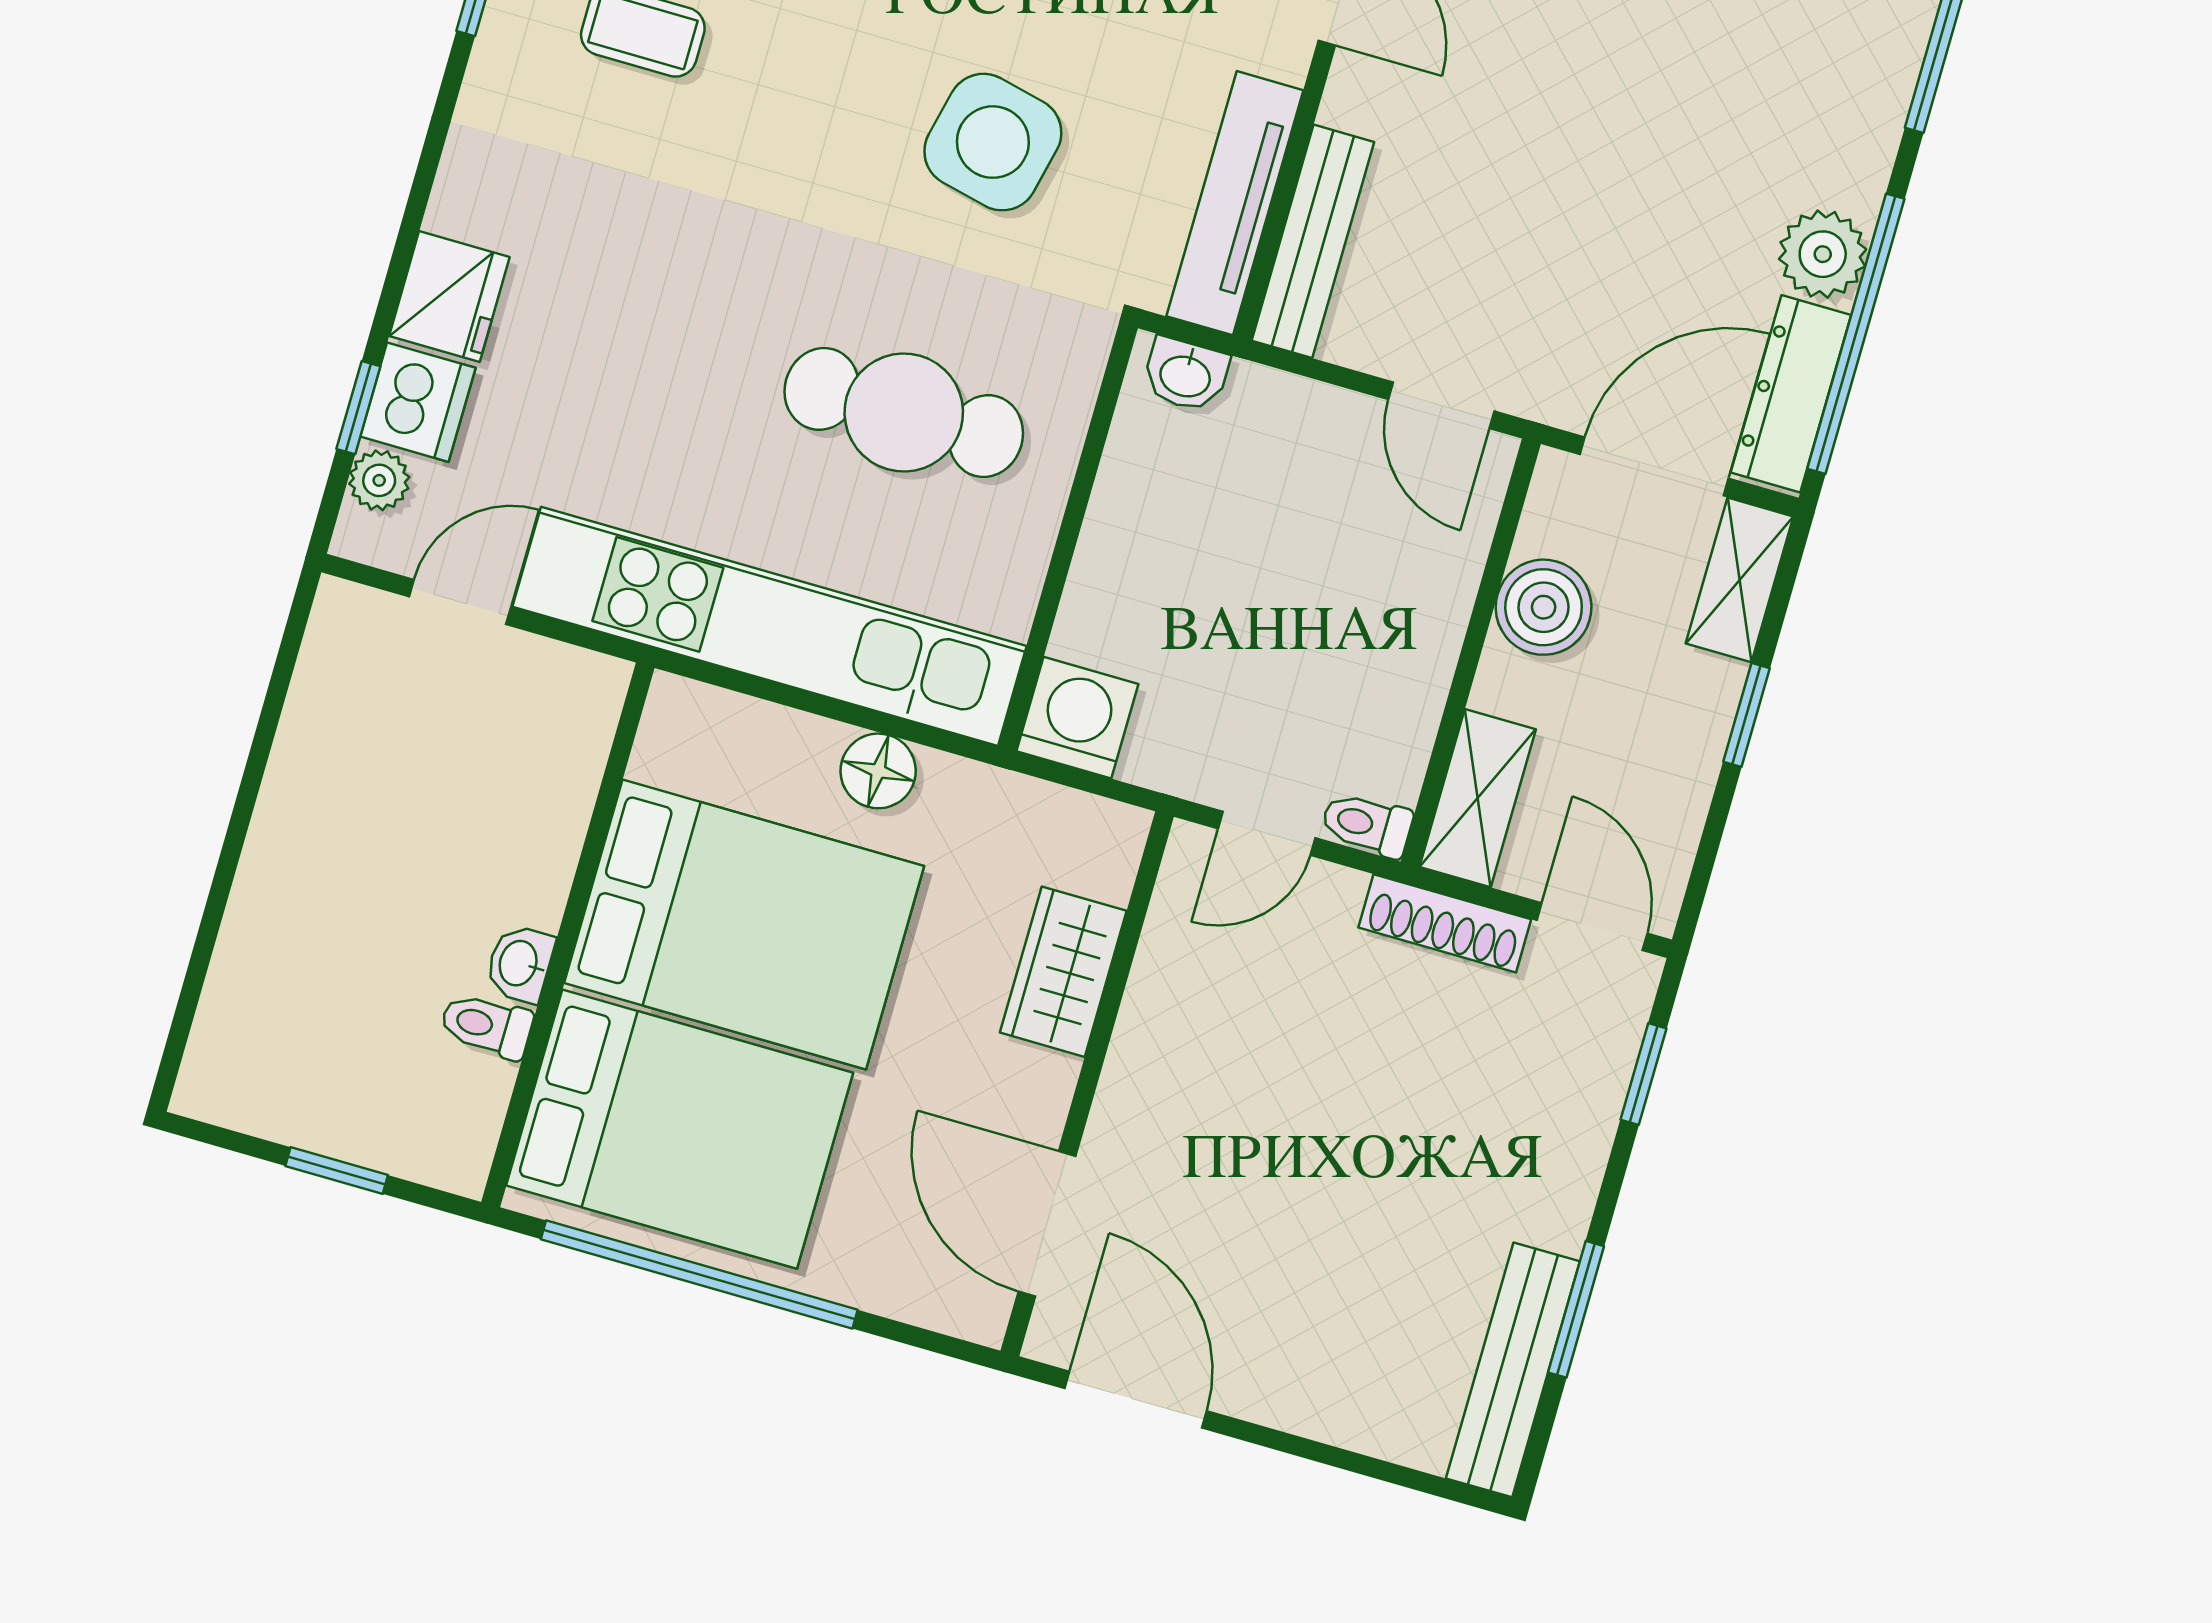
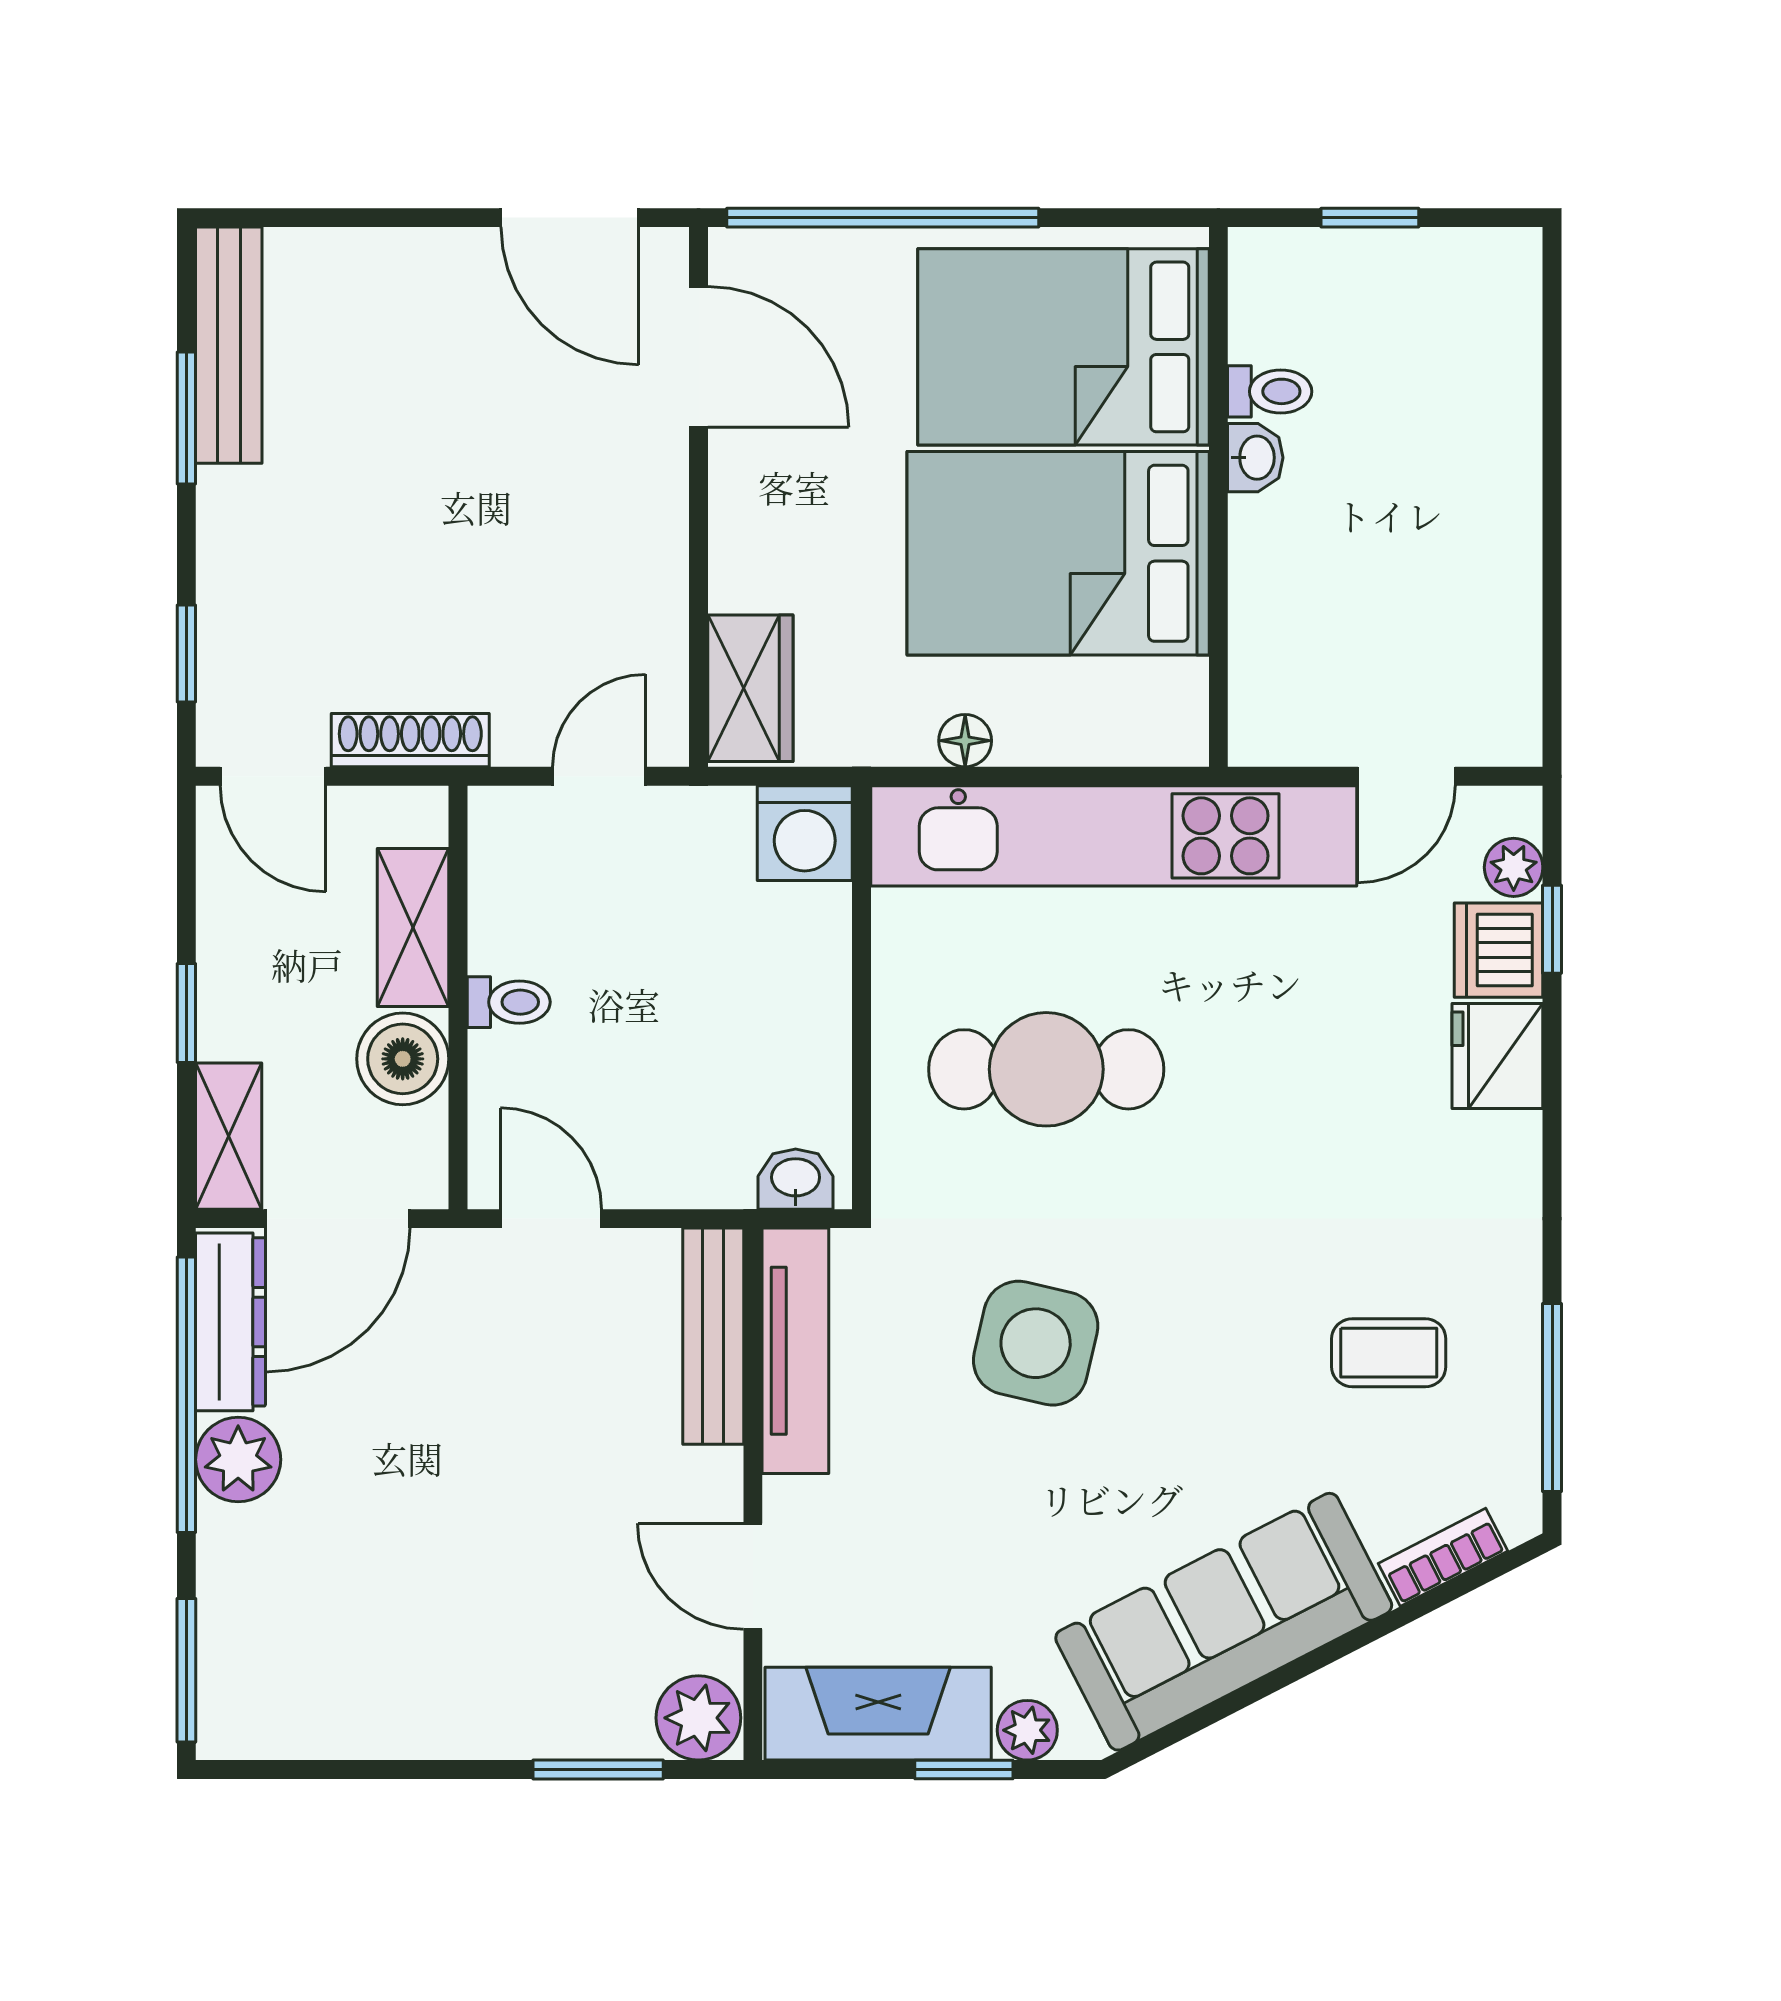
floor lamp: (878, 771) -> (965, 741), width x0.73, depth x0.73
shelving: (1478, 798) -> (413, 928), moved
toilet: (1367, 824) -> (509, 1002), moved
wardrobe: (1063, 972) -> (750, 688), moved
window: (699, 1274) -> (883, 218), moved

